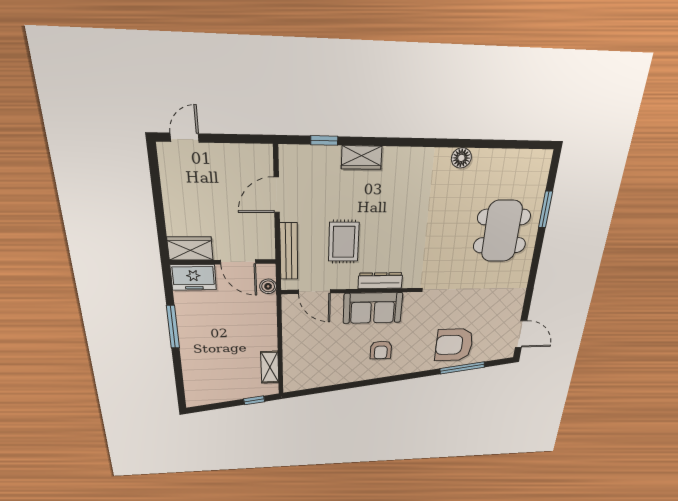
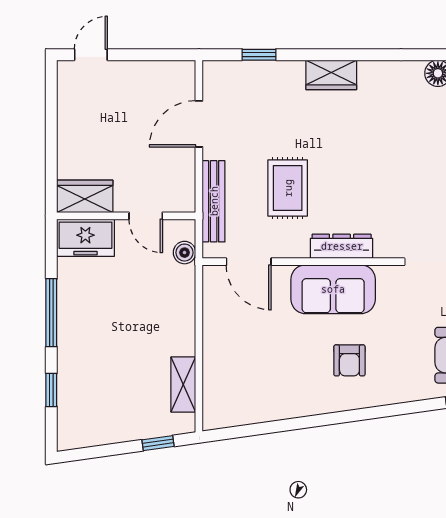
wardrobe: (362, 157) -> (331, 75), moved
door: (238, 262) -> (146, 216), width x0.73
window: (178, 373) -> (51, 390), added

